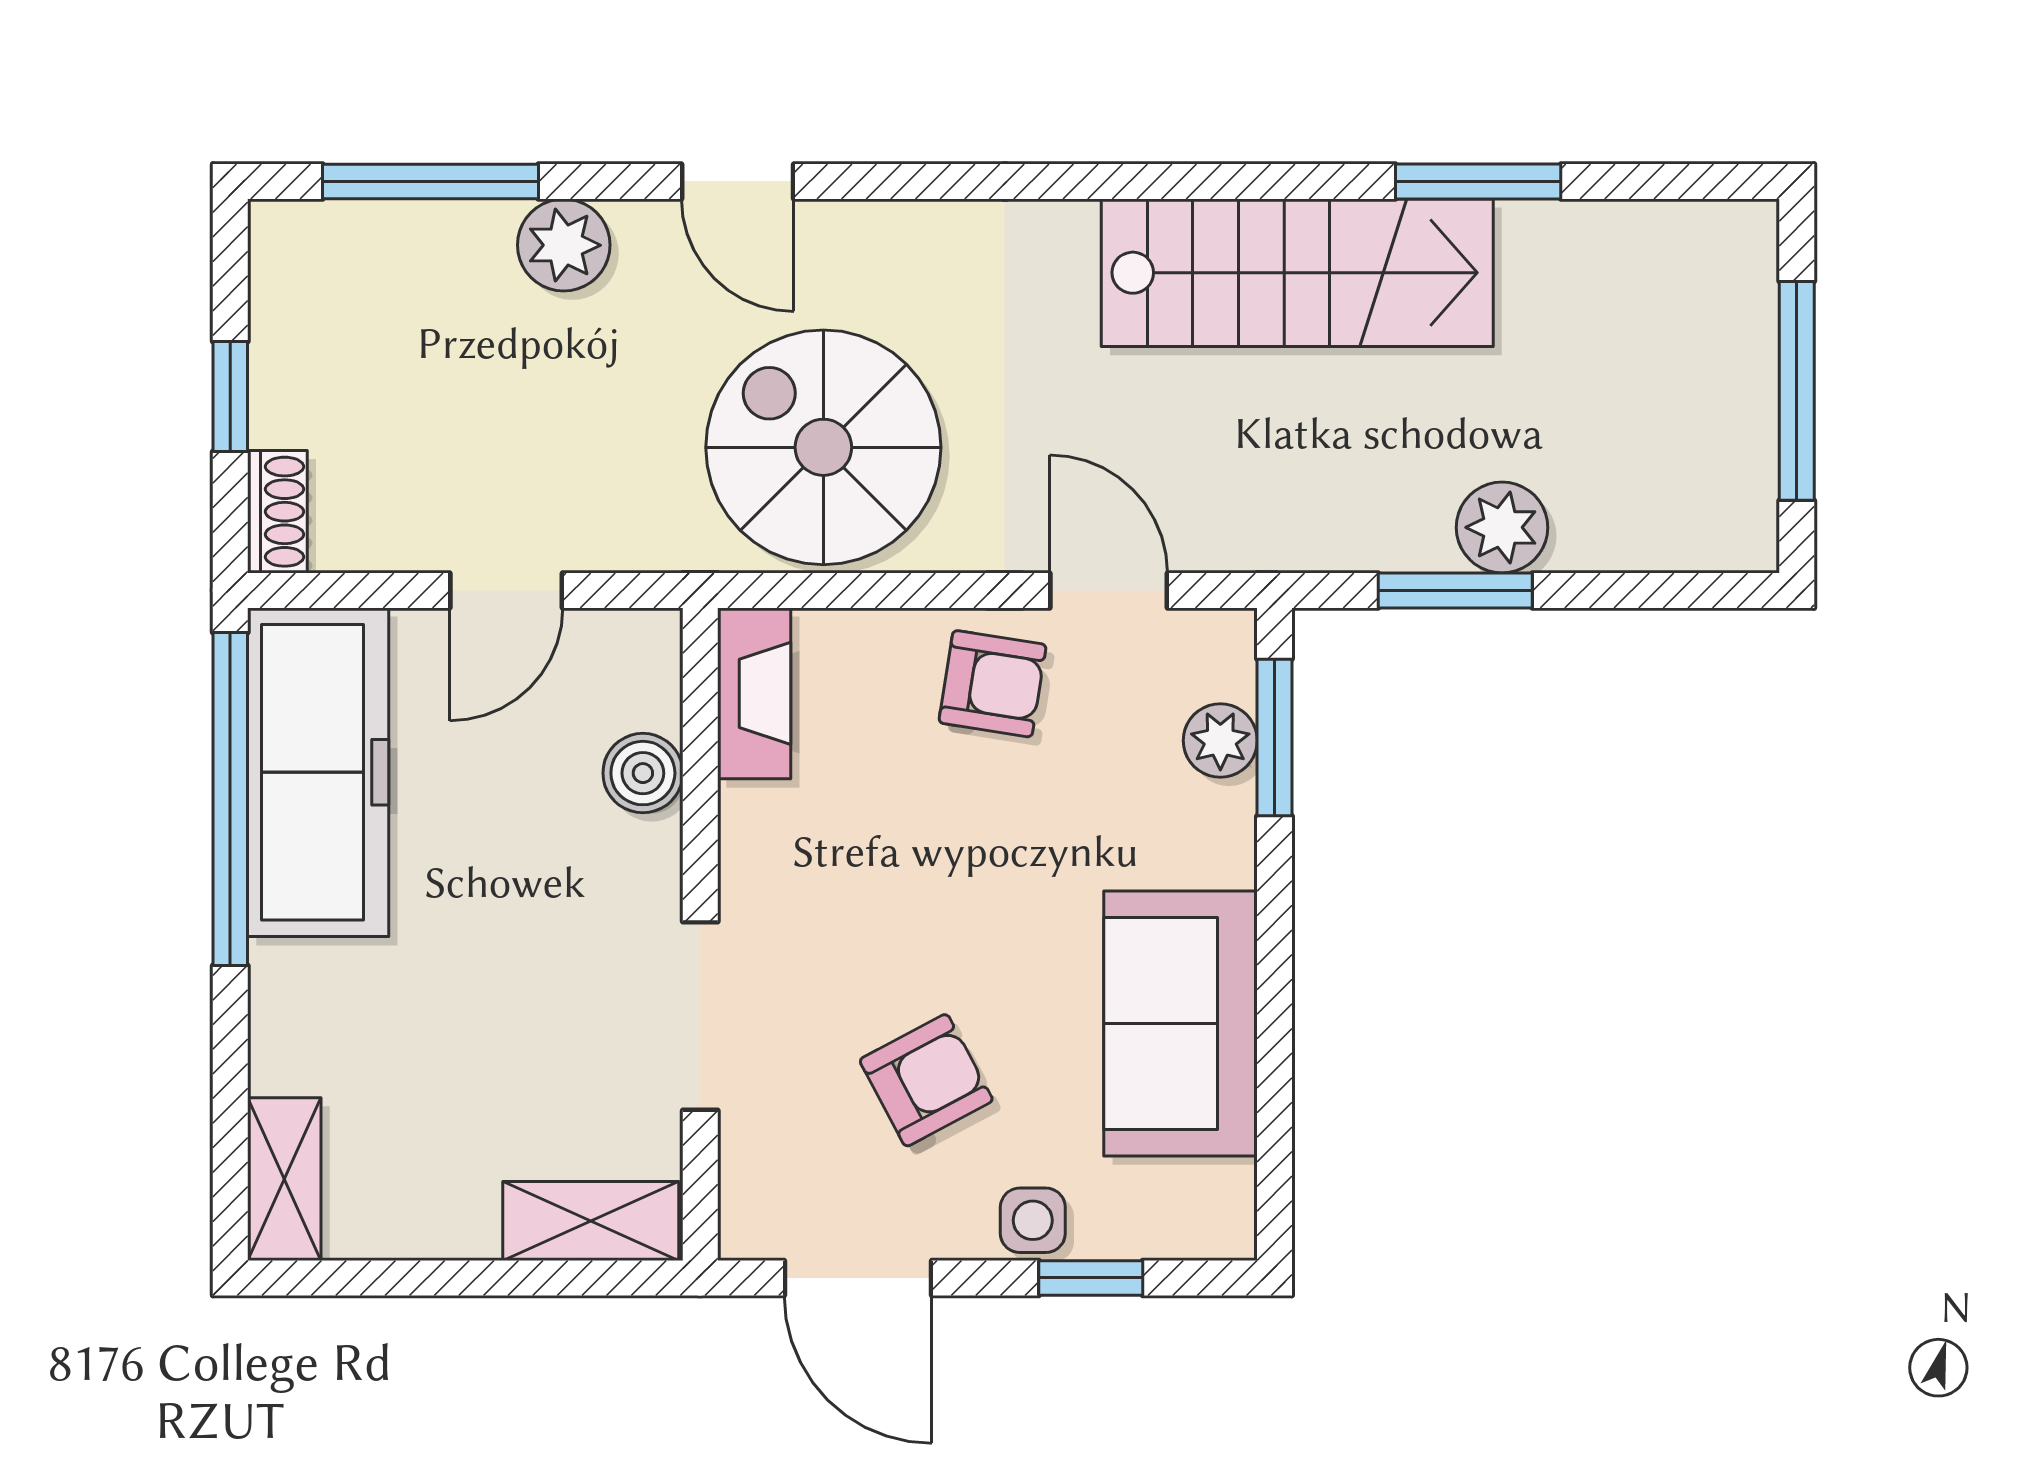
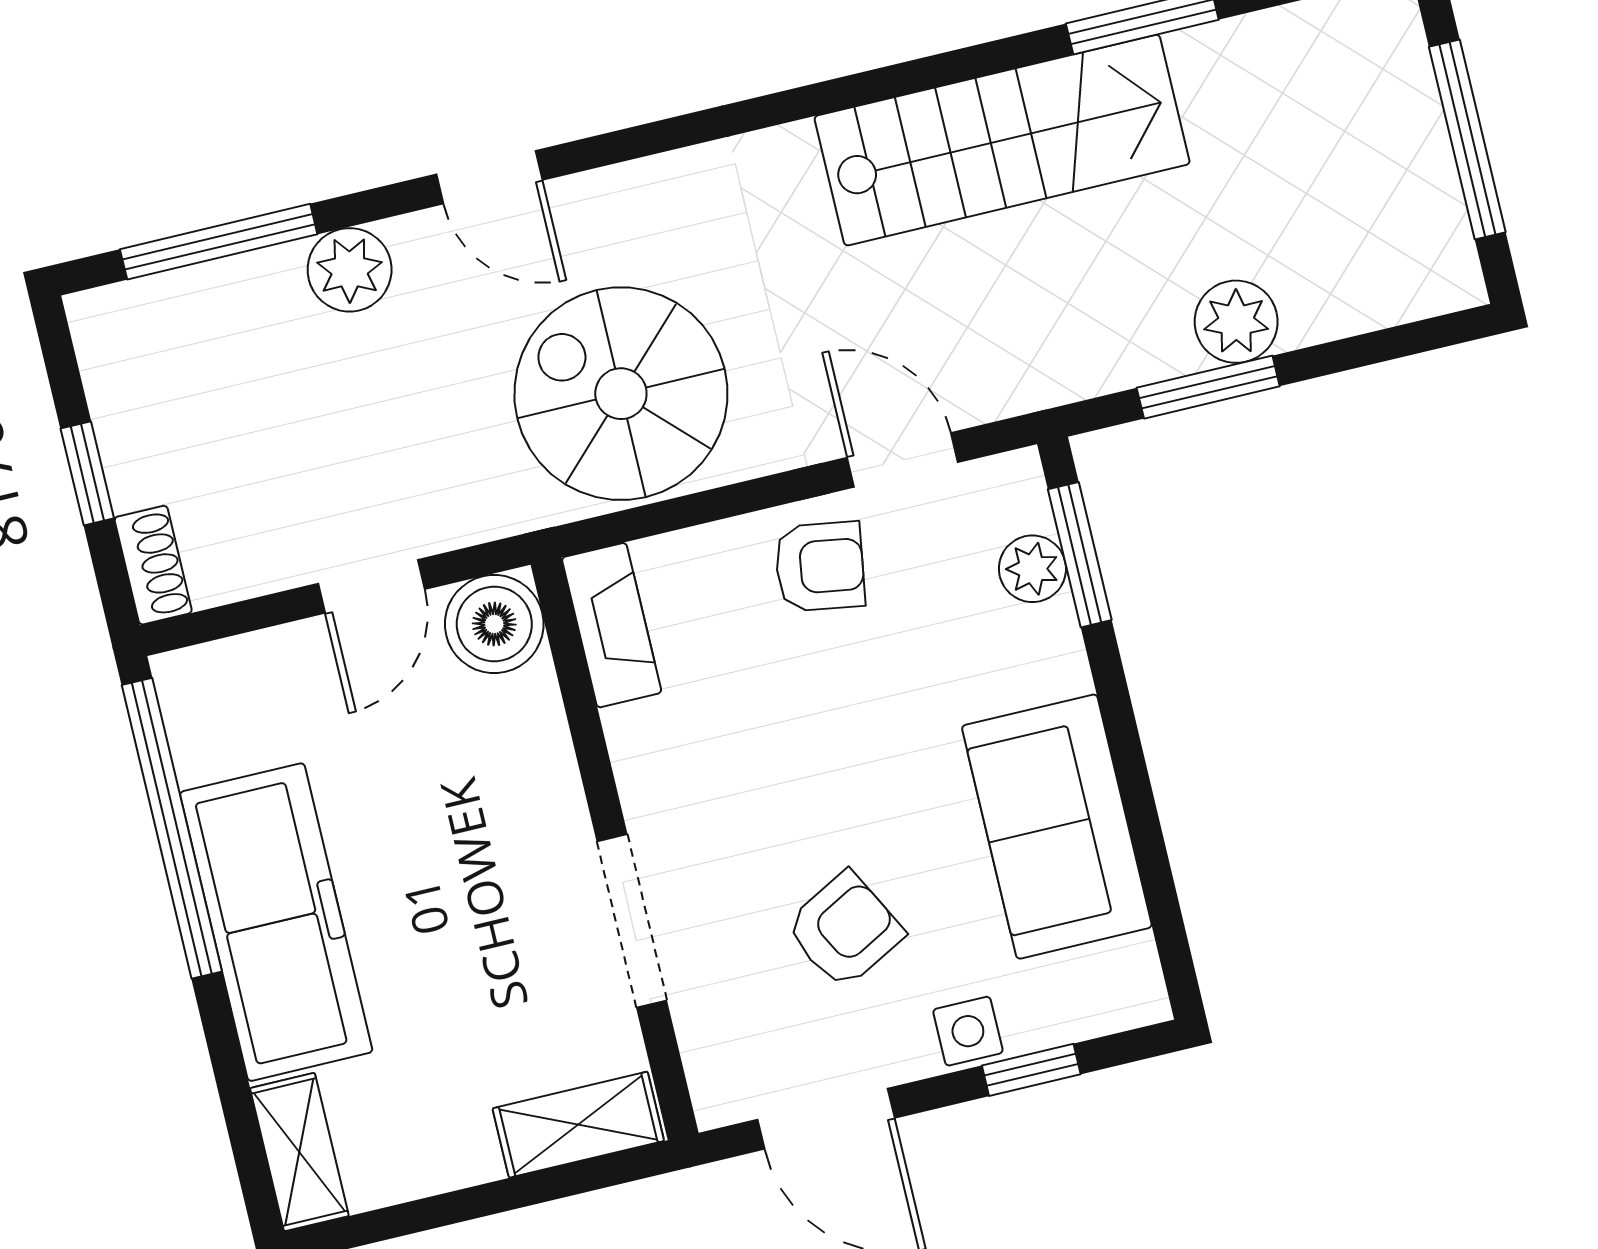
freezer: (318, 772) -> (276, 922), moved
boiler: (643, 773) -> (494, 624), moved, width x1.36, depth x1.36

